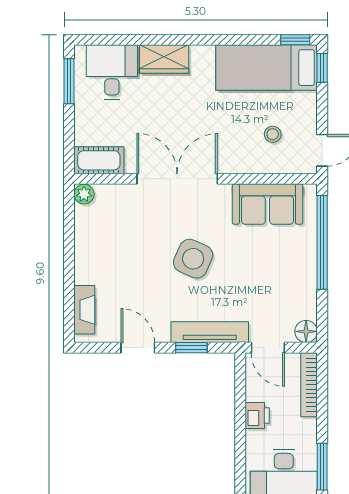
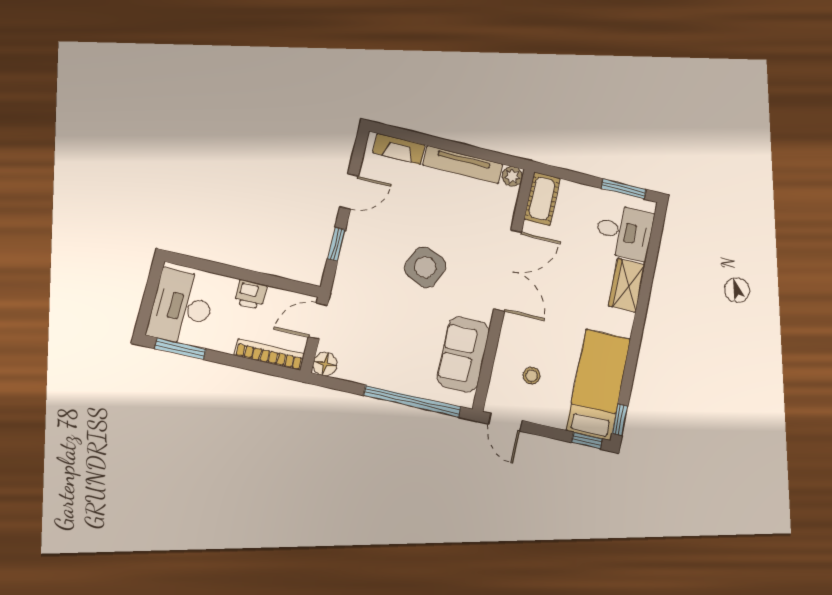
tv unit: (210, 332) -> (463, 165), moved, turned 90

